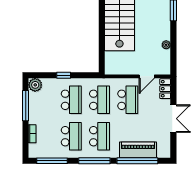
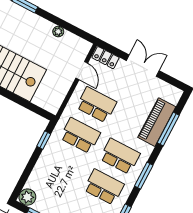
window: (64, 75) -> (44, 140), moved
school desk: (71, 100) -> (64, 166), removed
window: (94, 161) -> (144, 176), width x0.69
window: (137, 161) -> (168, 129), width x0.68

